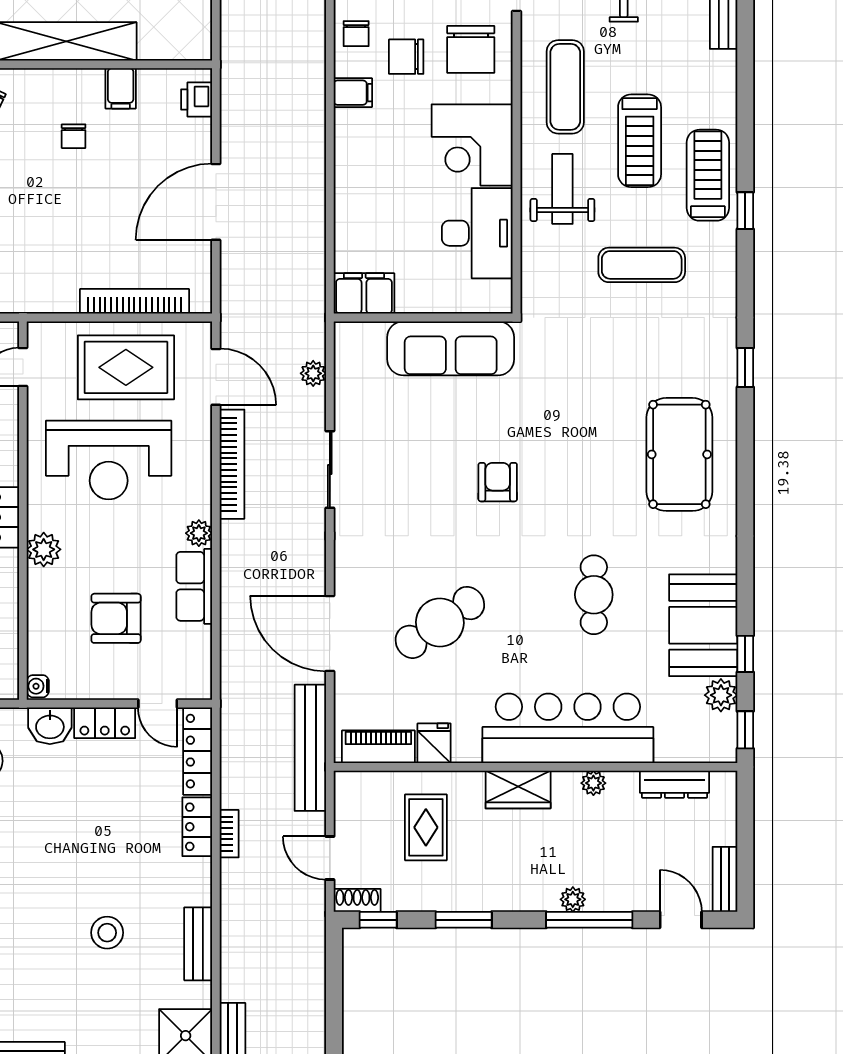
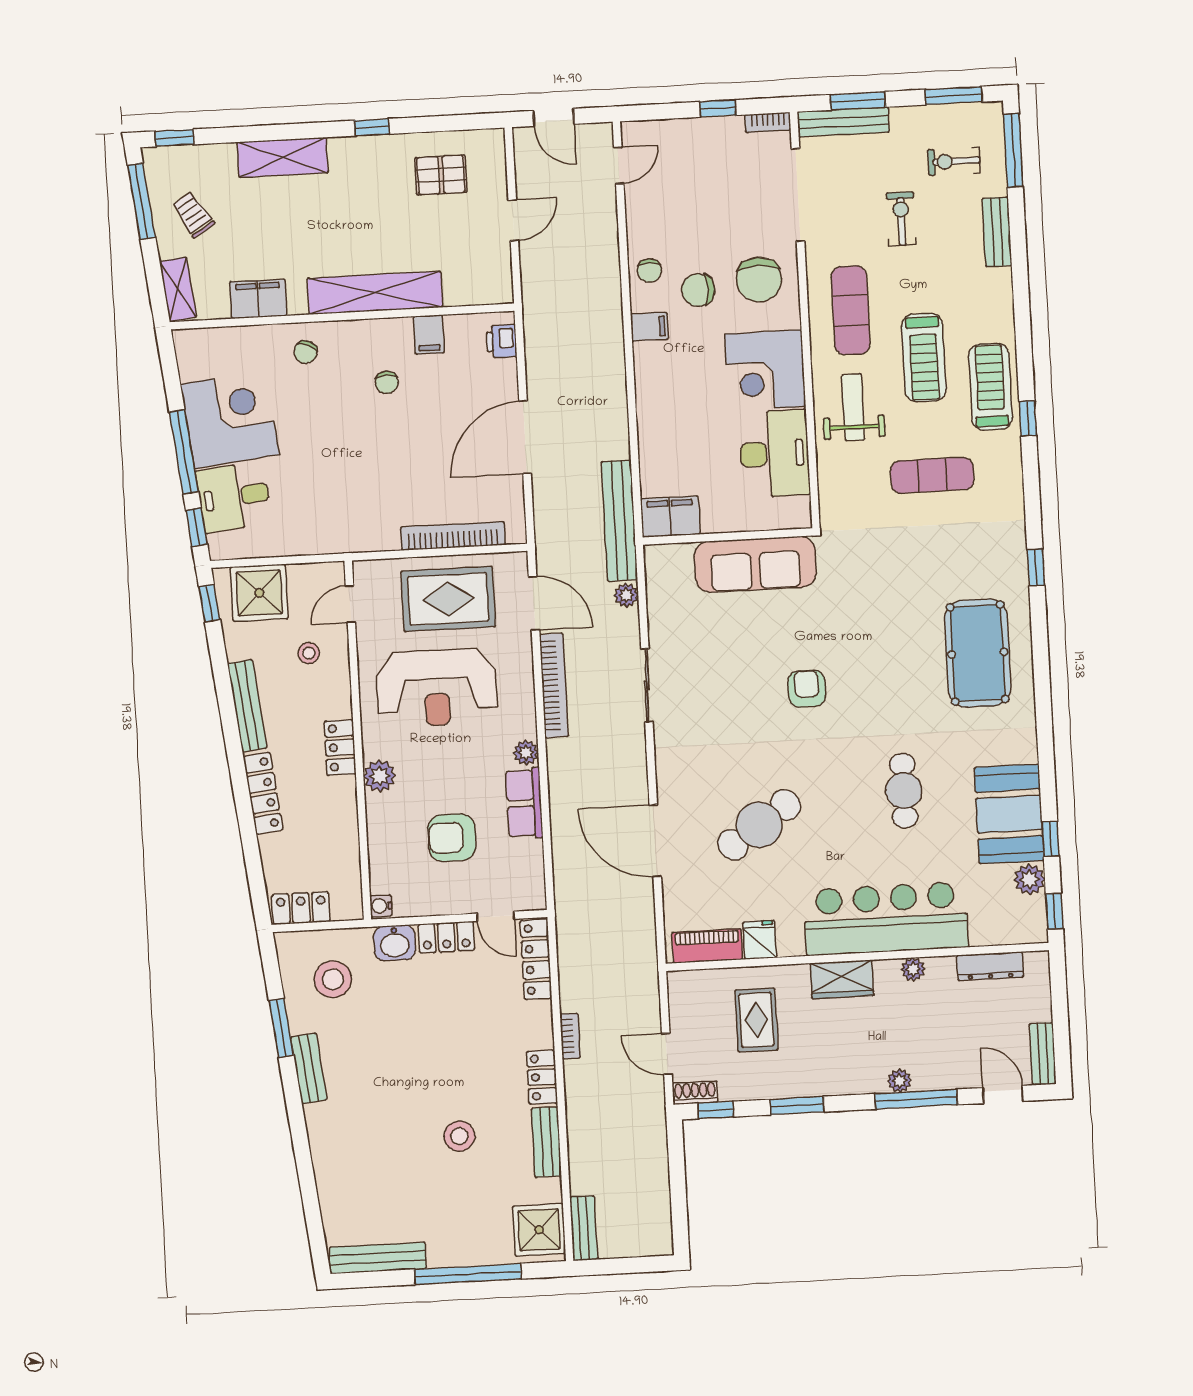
bench: (310, 748) -> (619, 521), moved
locker: (197, 827) -> (542, 1077), moved

